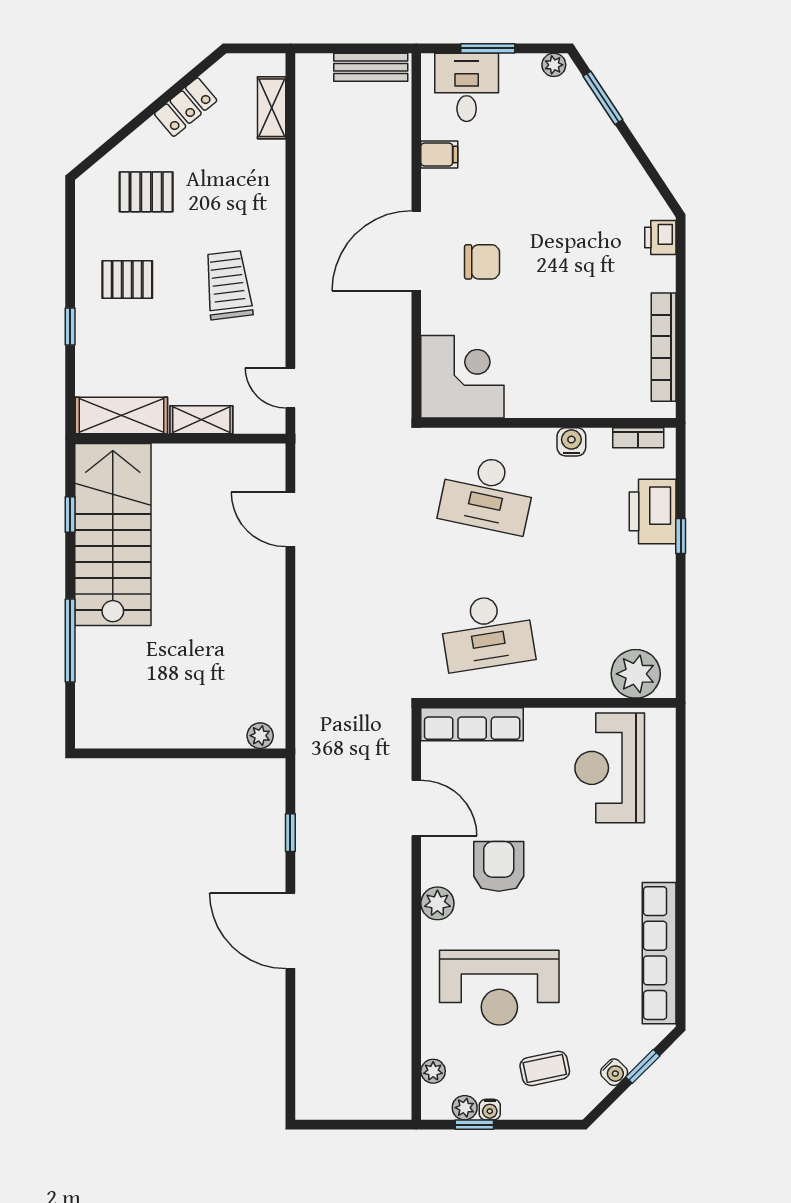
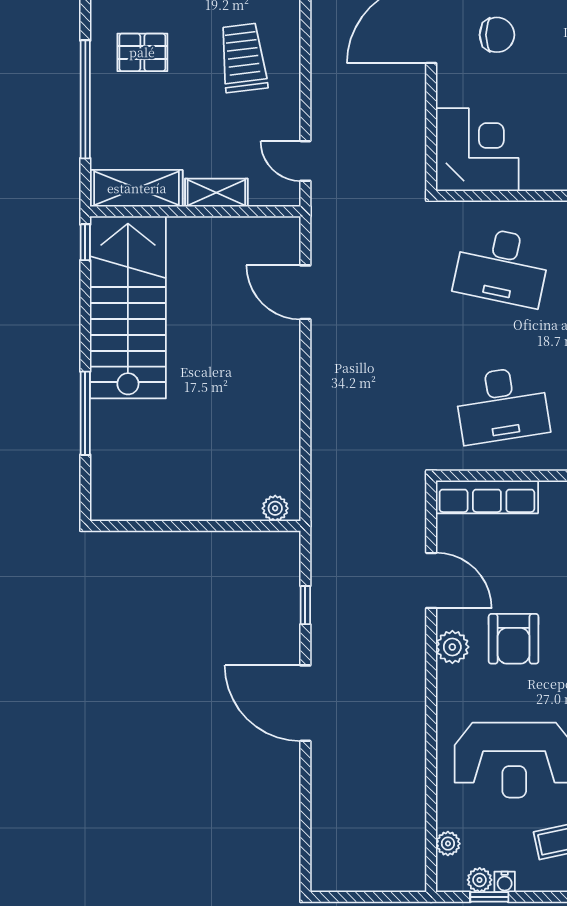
window: (70, 326) -> (85, 99), width x3.17
window: (70, 514) -> (85, 242), moved
armchair: (499, 866) -> (514, 639), turned 180
plant: (437, 903) -> (452, 647), moved

